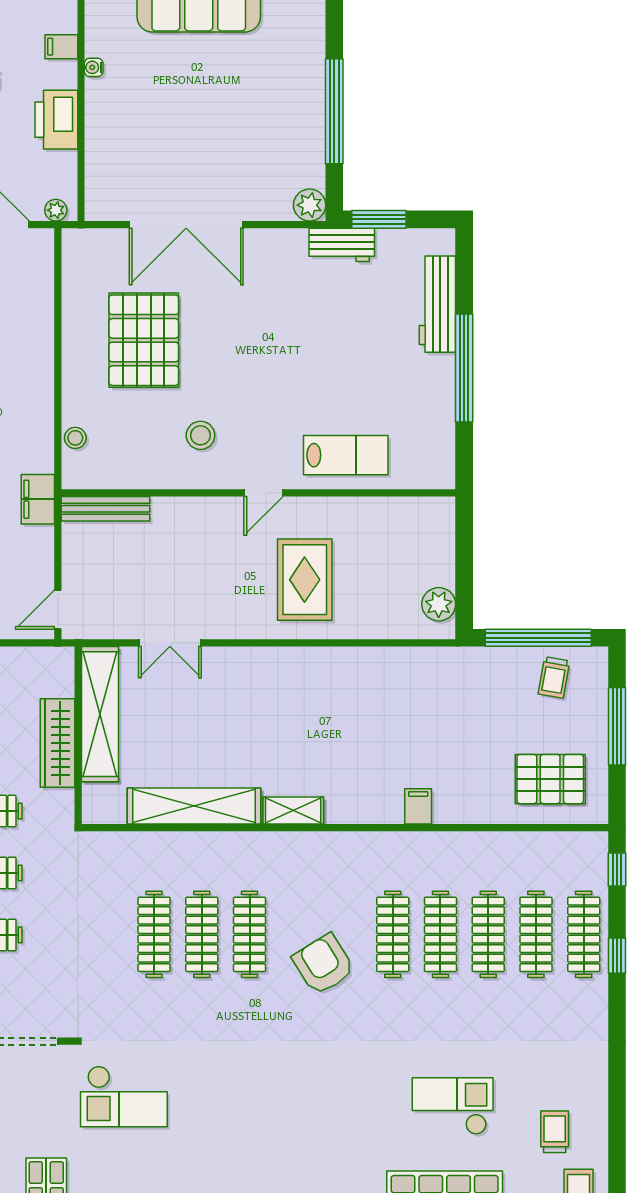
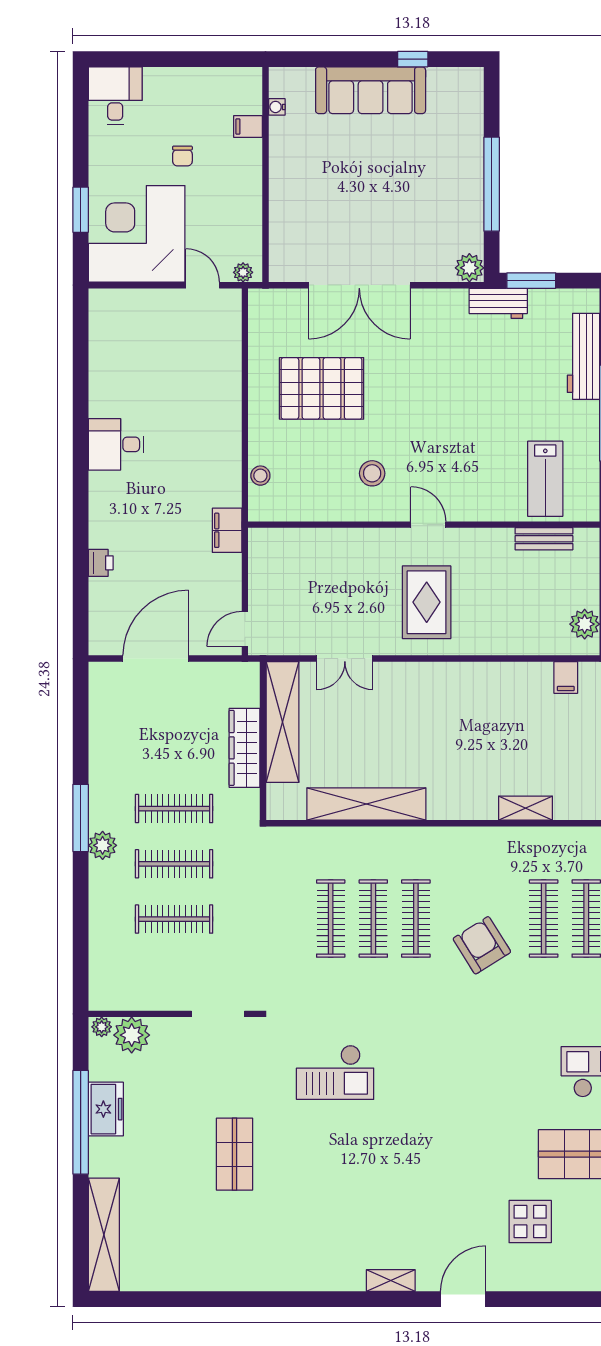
water cooler: (94, 67) -> (277, 107), moved
printer: (56, 120) -> (243, 192), removed
pallet: (144, 340) -> (322, 388), turned 90
lab bench: (346, 455) -> (545, 479), moved, turned 90
door: (263, 493) -> (428, 525), swing flipped
bench: (105, 509) -> (544, 539), moved, width x0.73
rug: (305, 580) -> (427, 602), moved
filing cabinet: (418, 806) -> (566, 677), moved, turned 180
shelving: (293, 811) -> (526, 808), moved
checkout: (124, 1096) -> (335, 1072), moved

